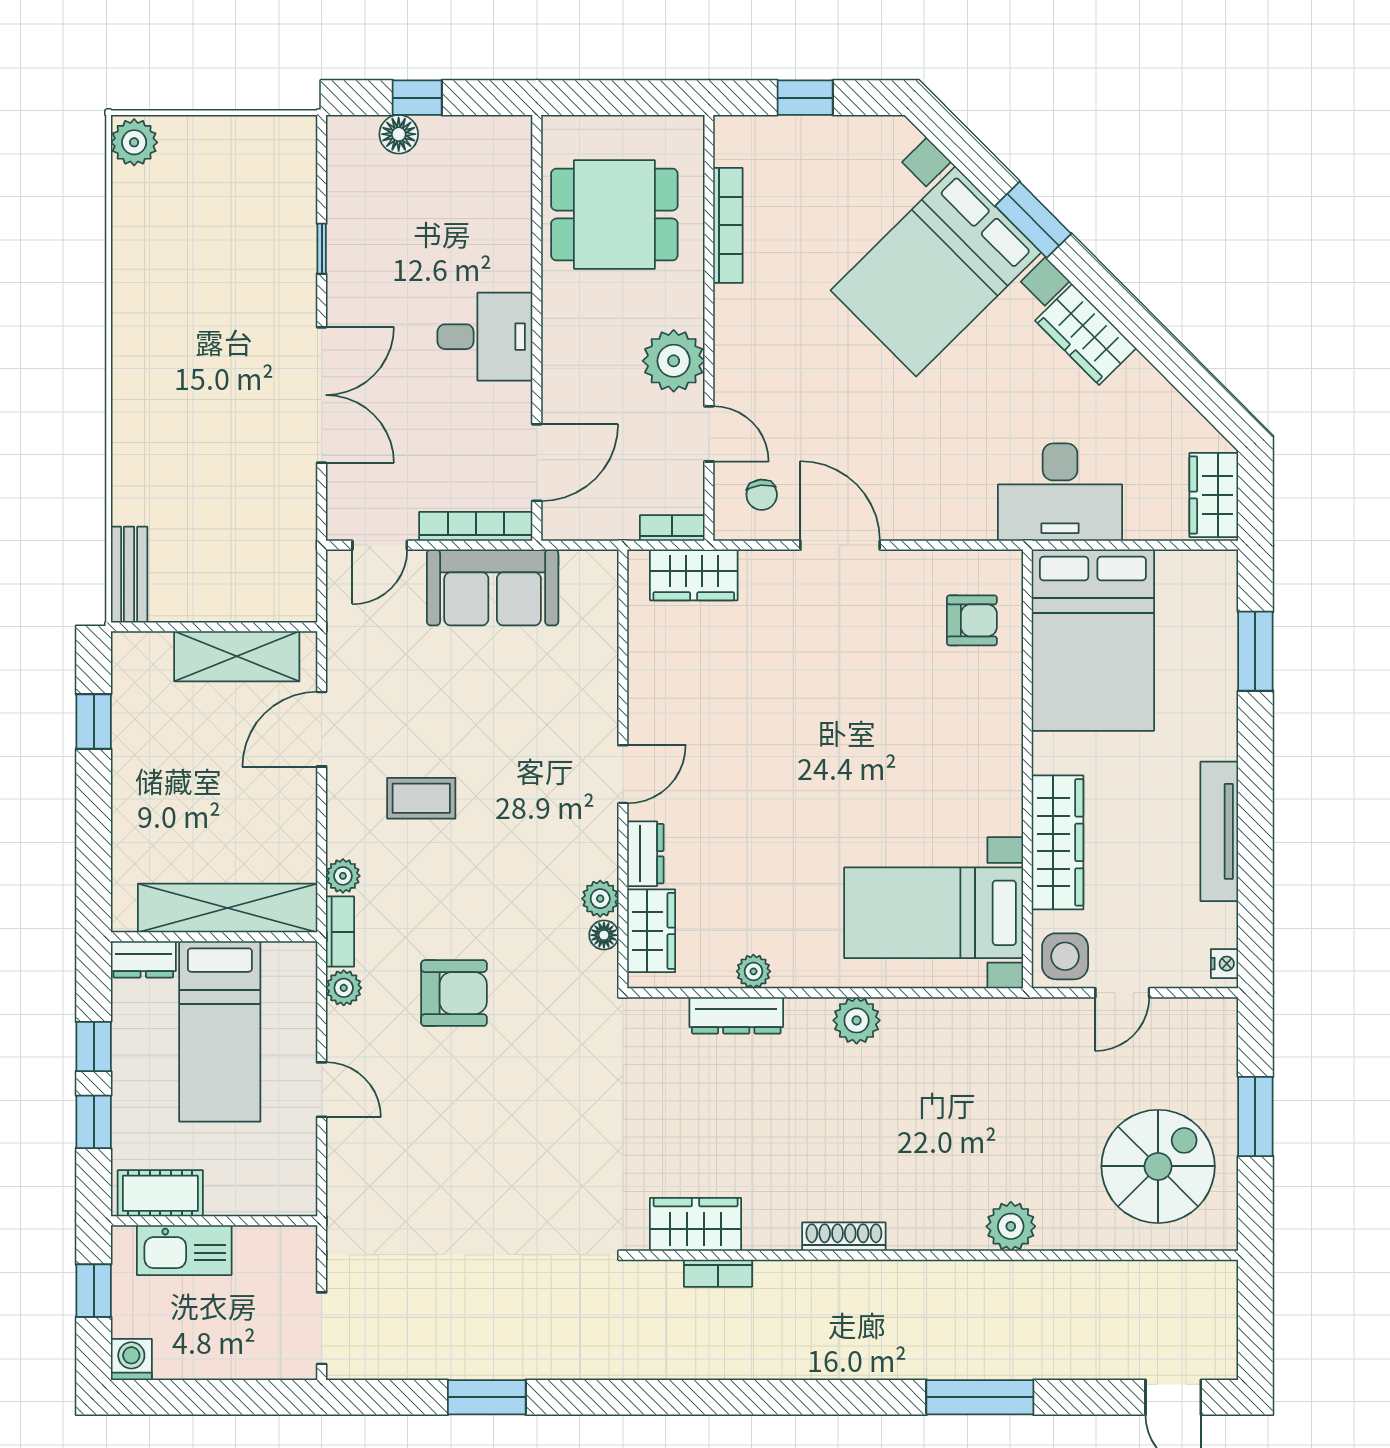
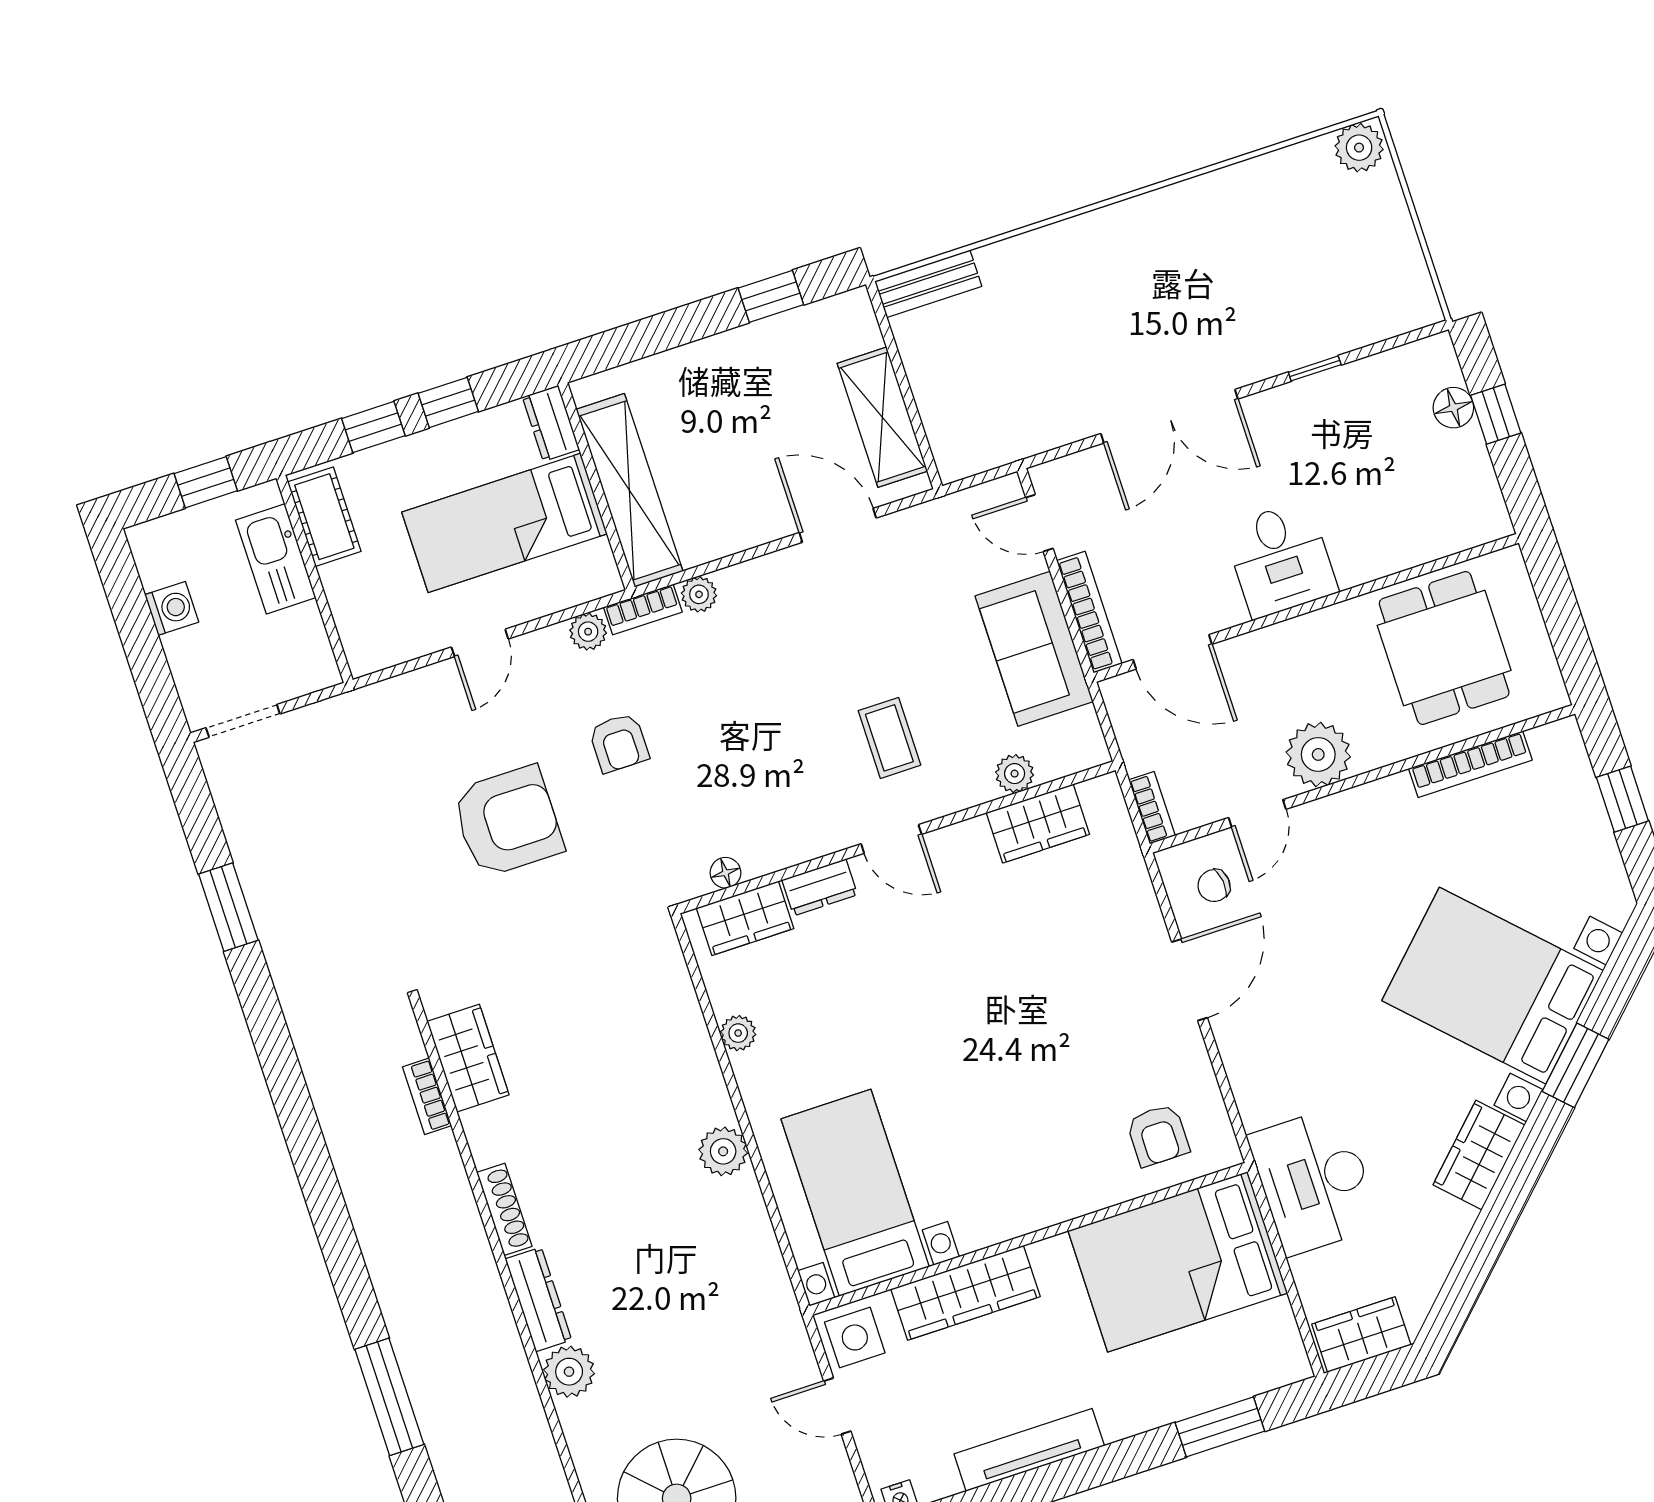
wardrobe: (694, 575) -> (1038, 824), moved, turned -90
coffee table: (421, 798) -> (889, 738), moved
plant: (600, 899) -> (1015, 774), moved
armchair: (454, 993) -> (619, 743), width x0.72, depth x0.72
dresser: (736, 1015) -> (538, 1299), moved, turned 180
armchair: (492, 1118) -> (508, 821), added
washing machine: (131, 1359) -> (172, 608), moved

